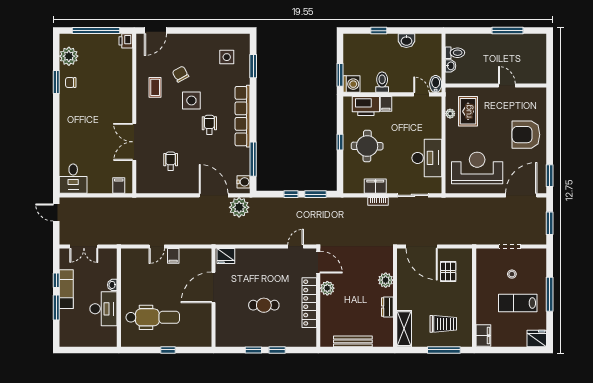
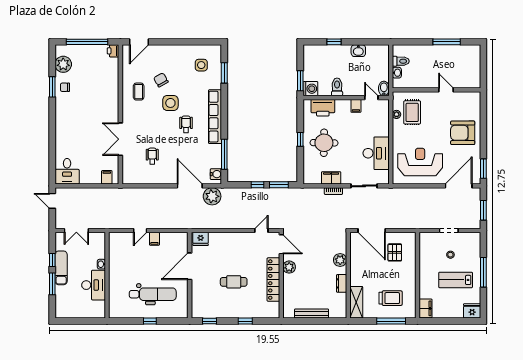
filing cabinet: (386, 104) -> (356, 106), moved
dental chair: (153, 317) -> (153, 294), moved
window: (253, 350) -> (210, 321), moved

